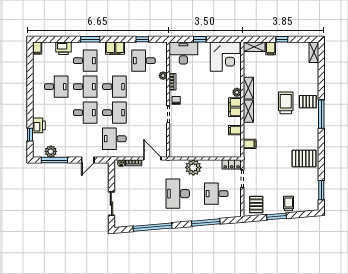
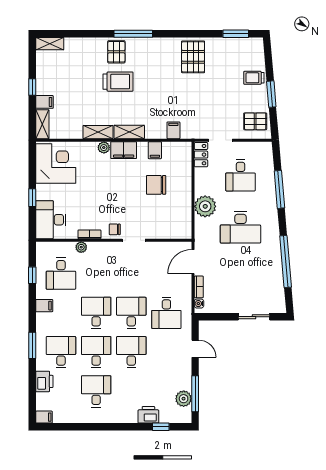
filing cabinet: (115, 48) -> (44, 306), width x0.50
trolley: (286, 103) -> (118, 82), turned 180
chair: (209, 131) -> (156, 185), added

